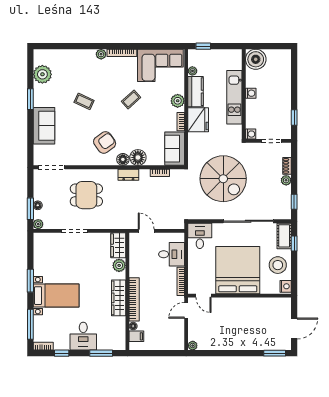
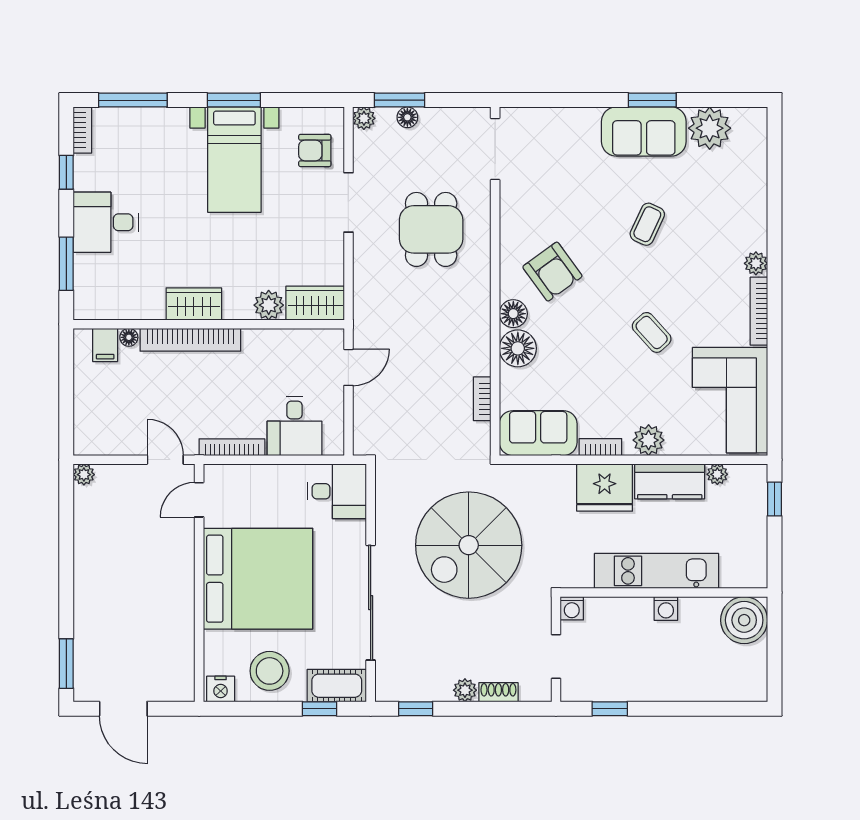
sofa: (44, 126) -> (644, 132), moved
dresser: (128, 175) -> (478, 326), removed
armchair: (52, 245) -> (315, 150), added
bed with nightstands: (56, 296) -> (234, 160), moved
wardrobe: (119, 298) -> (194, 304), width x0.67

